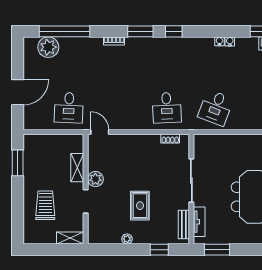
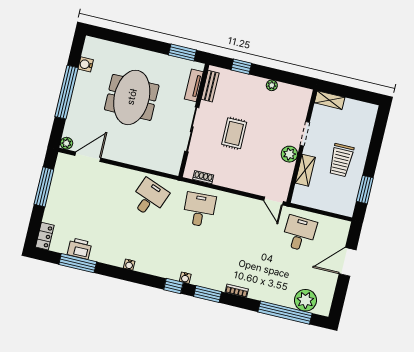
water cooler: (230, 41) -> (185, 278), moved
trolley: (45, 205) -> (341, 160), moved
rug: (140, 206) -> (234, 133), moved

